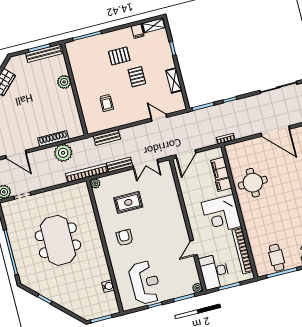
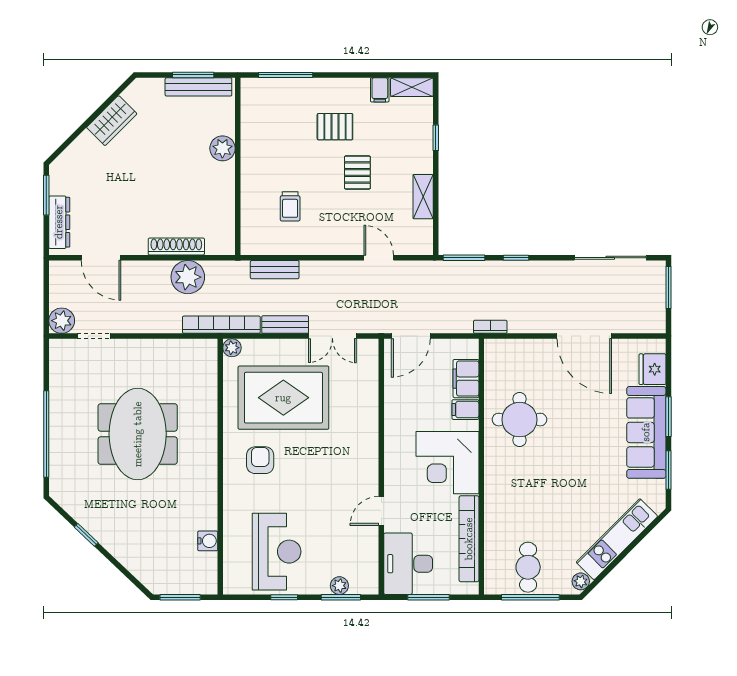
rug: (128, 202) -> (283, 398), width x1.86, depth x2.06
plant: (197, 288) -> (339, 586), moved

